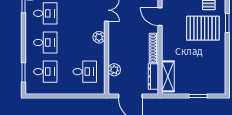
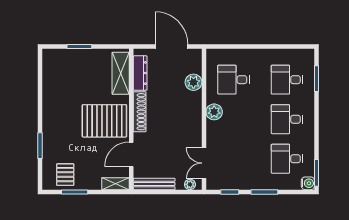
door: (160, 17) -> (131, 154), swing flipped
pallet: (203, 28) -> (104, 121), moved
plant: (99, 37) -> (214, 112), moved

